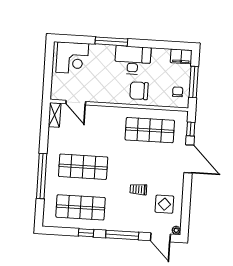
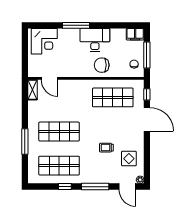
window: (42, 176) -> (25, 142), width x0.68

